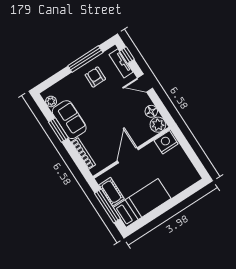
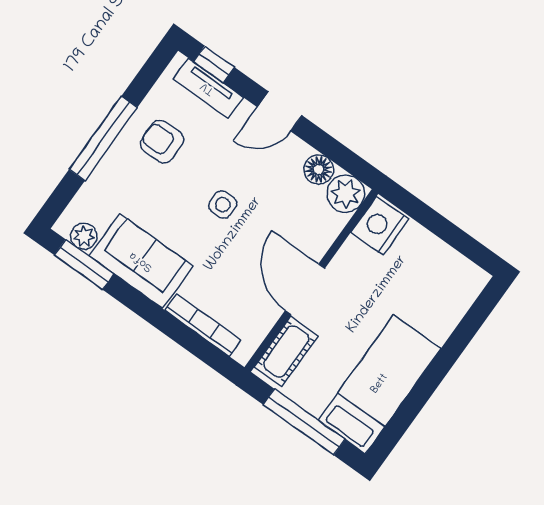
window: (85, 59) -> (103, 138), moved
side table: (109, 110) -> (223, 205), added
window: (58, 130) -> (84, 265), moved
cot: (111, 192) -> (286, 352), moved, turned 90

